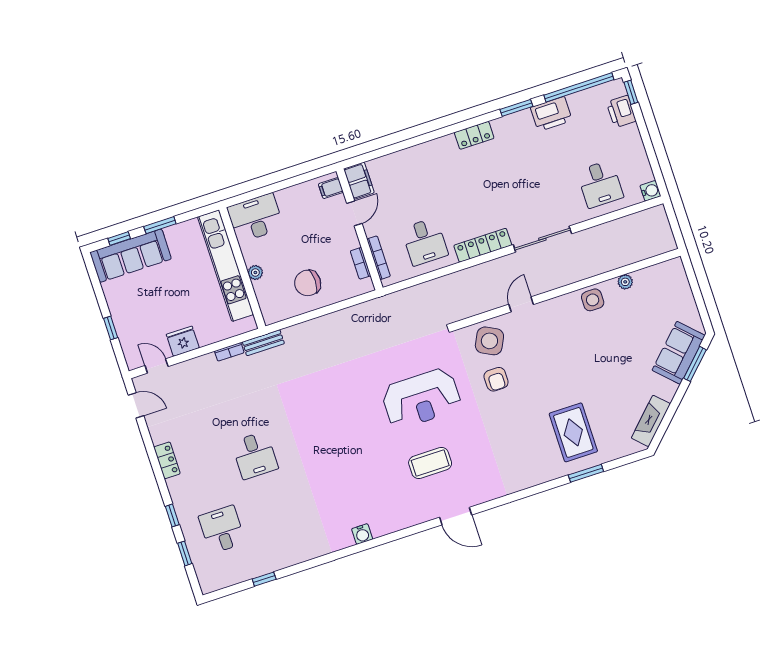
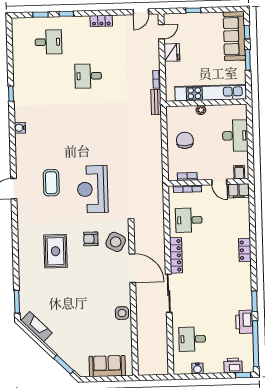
locker: (474, 135) -> (245, 250), moved
water cooler: (650, 191) -> (197, 368), moved
desk: (255, 218) -> (235, 136), moved
plant: (625, 282) -> (127, 337), removed
door: (521, 304) -> (132, 268), width x1.87
sofa: (679, 353) -> (107, 366), moved, turned -45
rug: (573, 432) -> (56, 251), moved, turned 90
window: (586, 473) -> (17, 302), moved
window: (264, 579) -> (11, 94), moved

